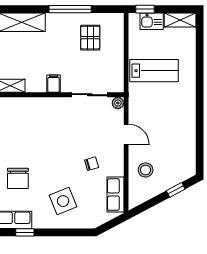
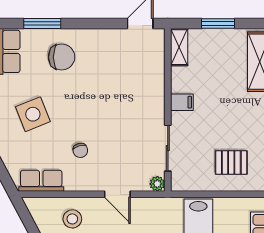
pallet: (90, 38) -> (231, 162), moved
door: (126, 135) -> (117, 194), hinge flipped
chair: (18, 178) -> (62, 57), turned 180

